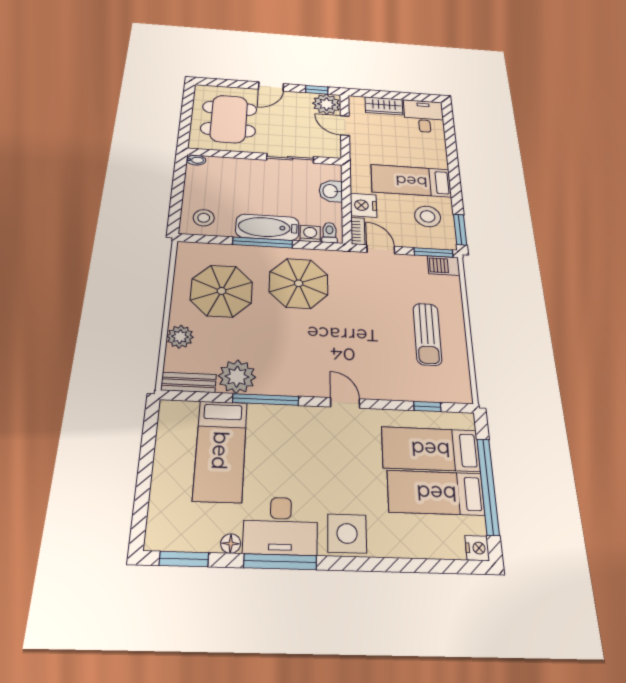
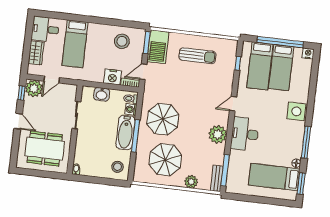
bed: (411, 181) -> (75, 44), moved
window: (460, 230) -> (132, 24), removed
barbecue: (443, 266) -> (158, 47), width x1.88, depth x1.53
plant: (237, 377) -> (218, 134), moved
window: (266, 399) -> (225, 170), moved
bed: (220, 451) -> (274, 177), moved, turned 180
desk: (280, 526) -> (245, 134), moved, turned 180

